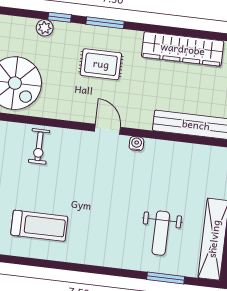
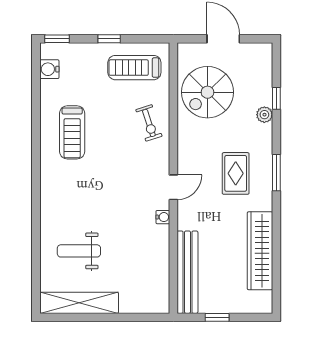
window: (60, 17) -> (276, 98), moved
exercise bike: (39, 146) -> (149, 123), turned -108
window: (166, 278) -> (36, 261), removed

